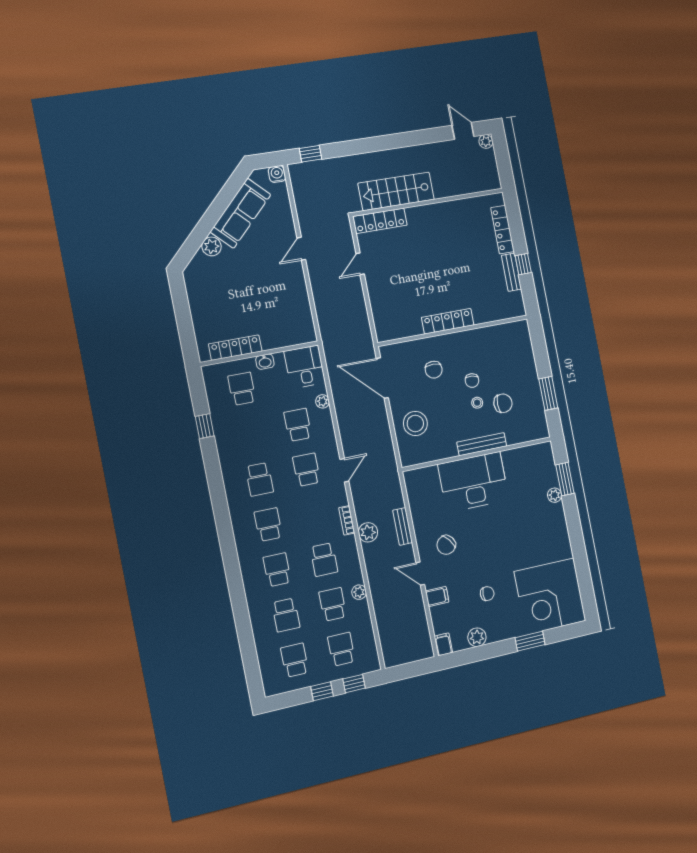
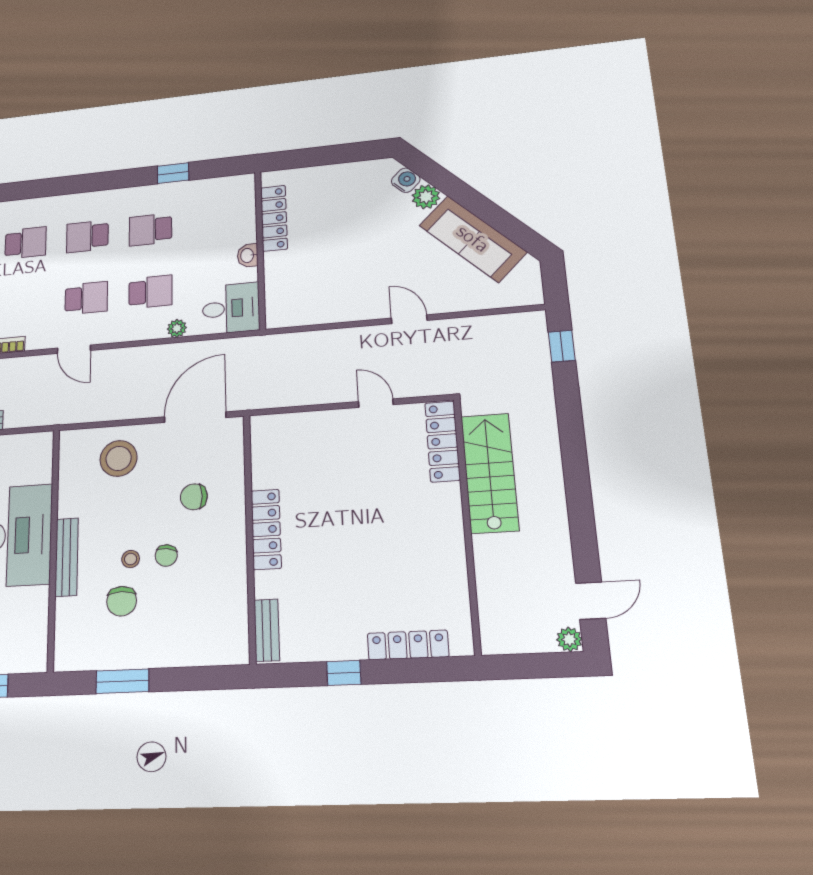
water cooler: (277, 174) -> (406, 180), moved, turned -45
bench: (511, 272) -> (267, 630), moved, turned 90
chair: (472, 381) -> (166, 556), turned -88
school desk: (242, 389) -> (150, 230), moved, turned 180

